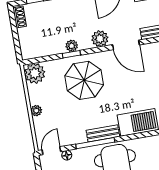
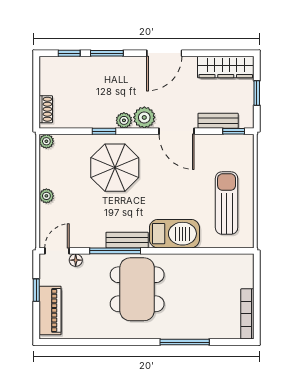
shoe rack: (20, 17) -> (46, 109), moved
plant: (72, 46) -> (124, 120), moved
plant: (35, 73) -> (46, 141), width x0.53, depth x0.53

